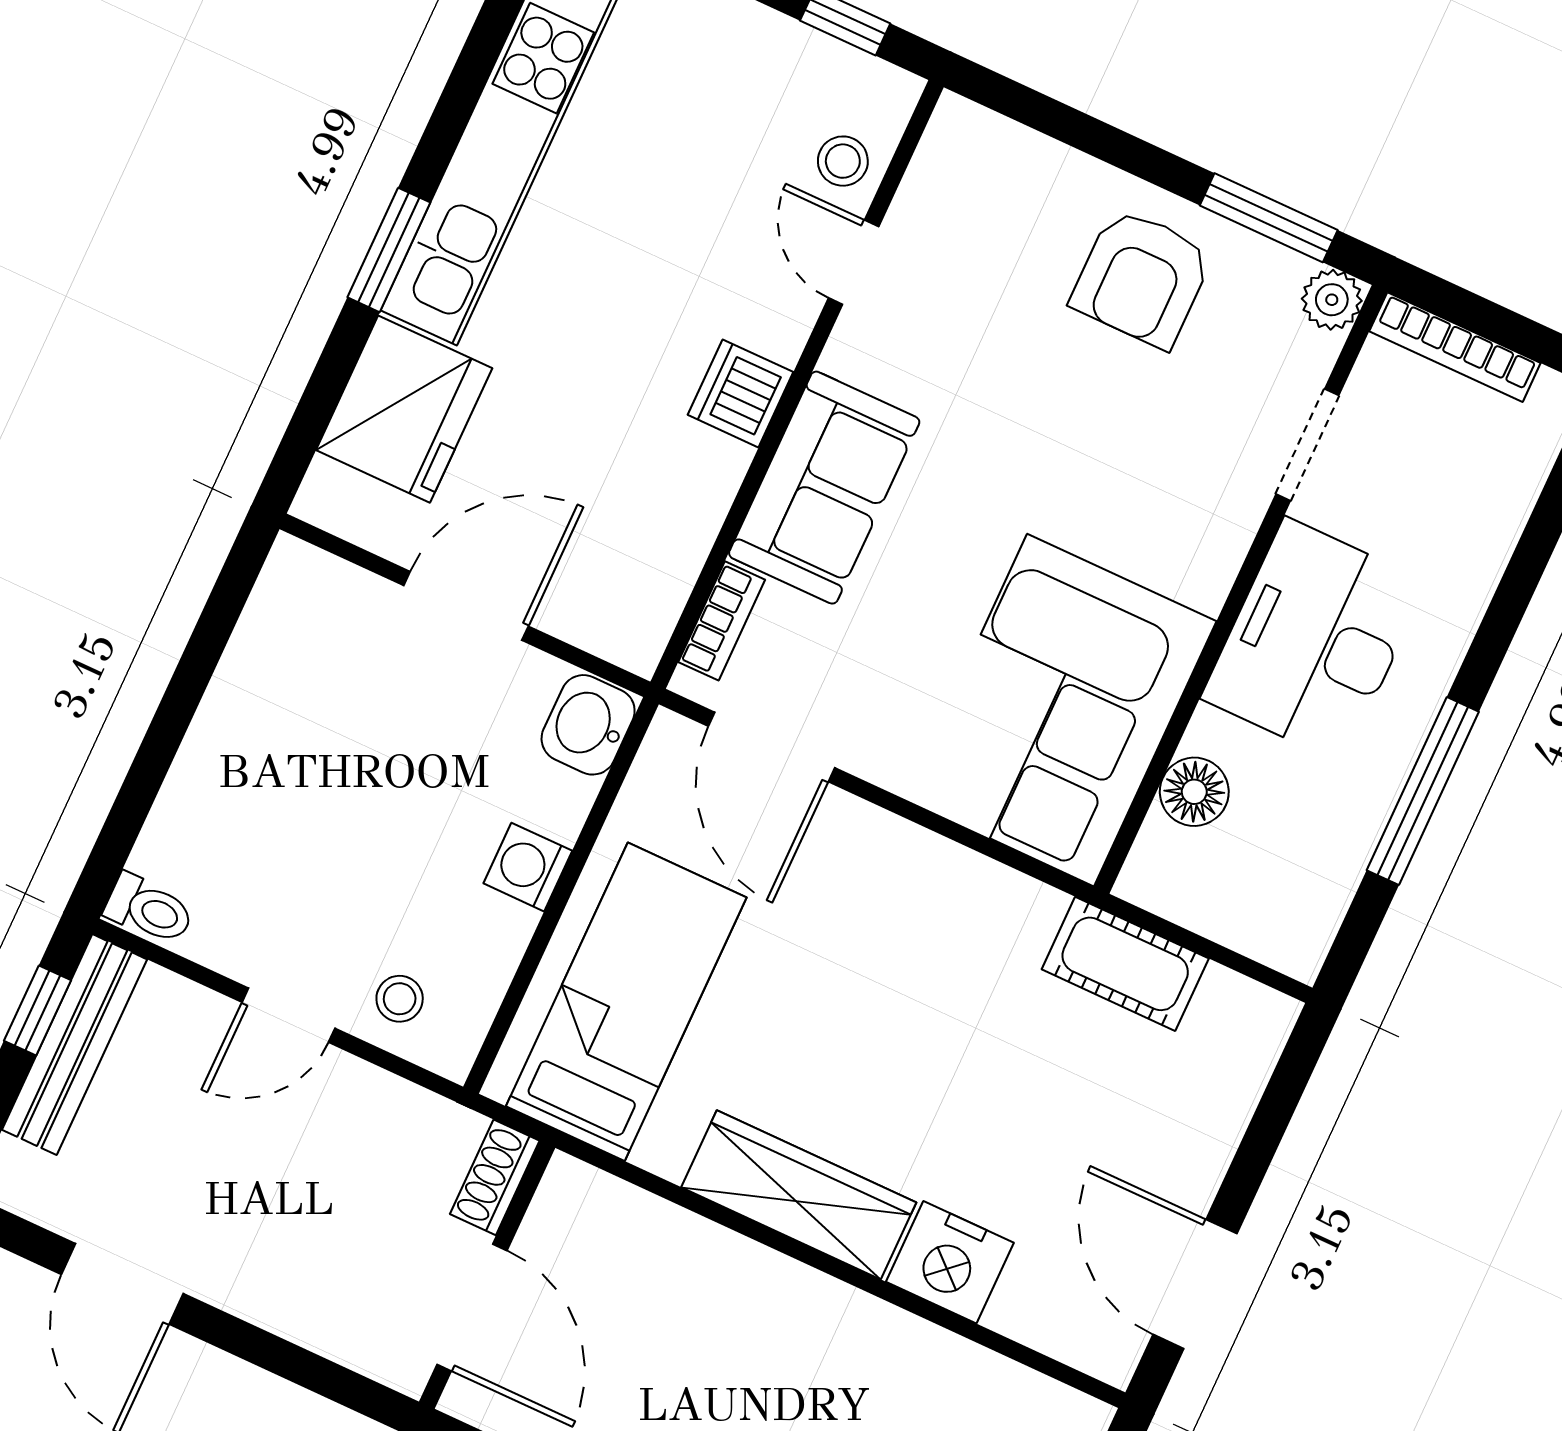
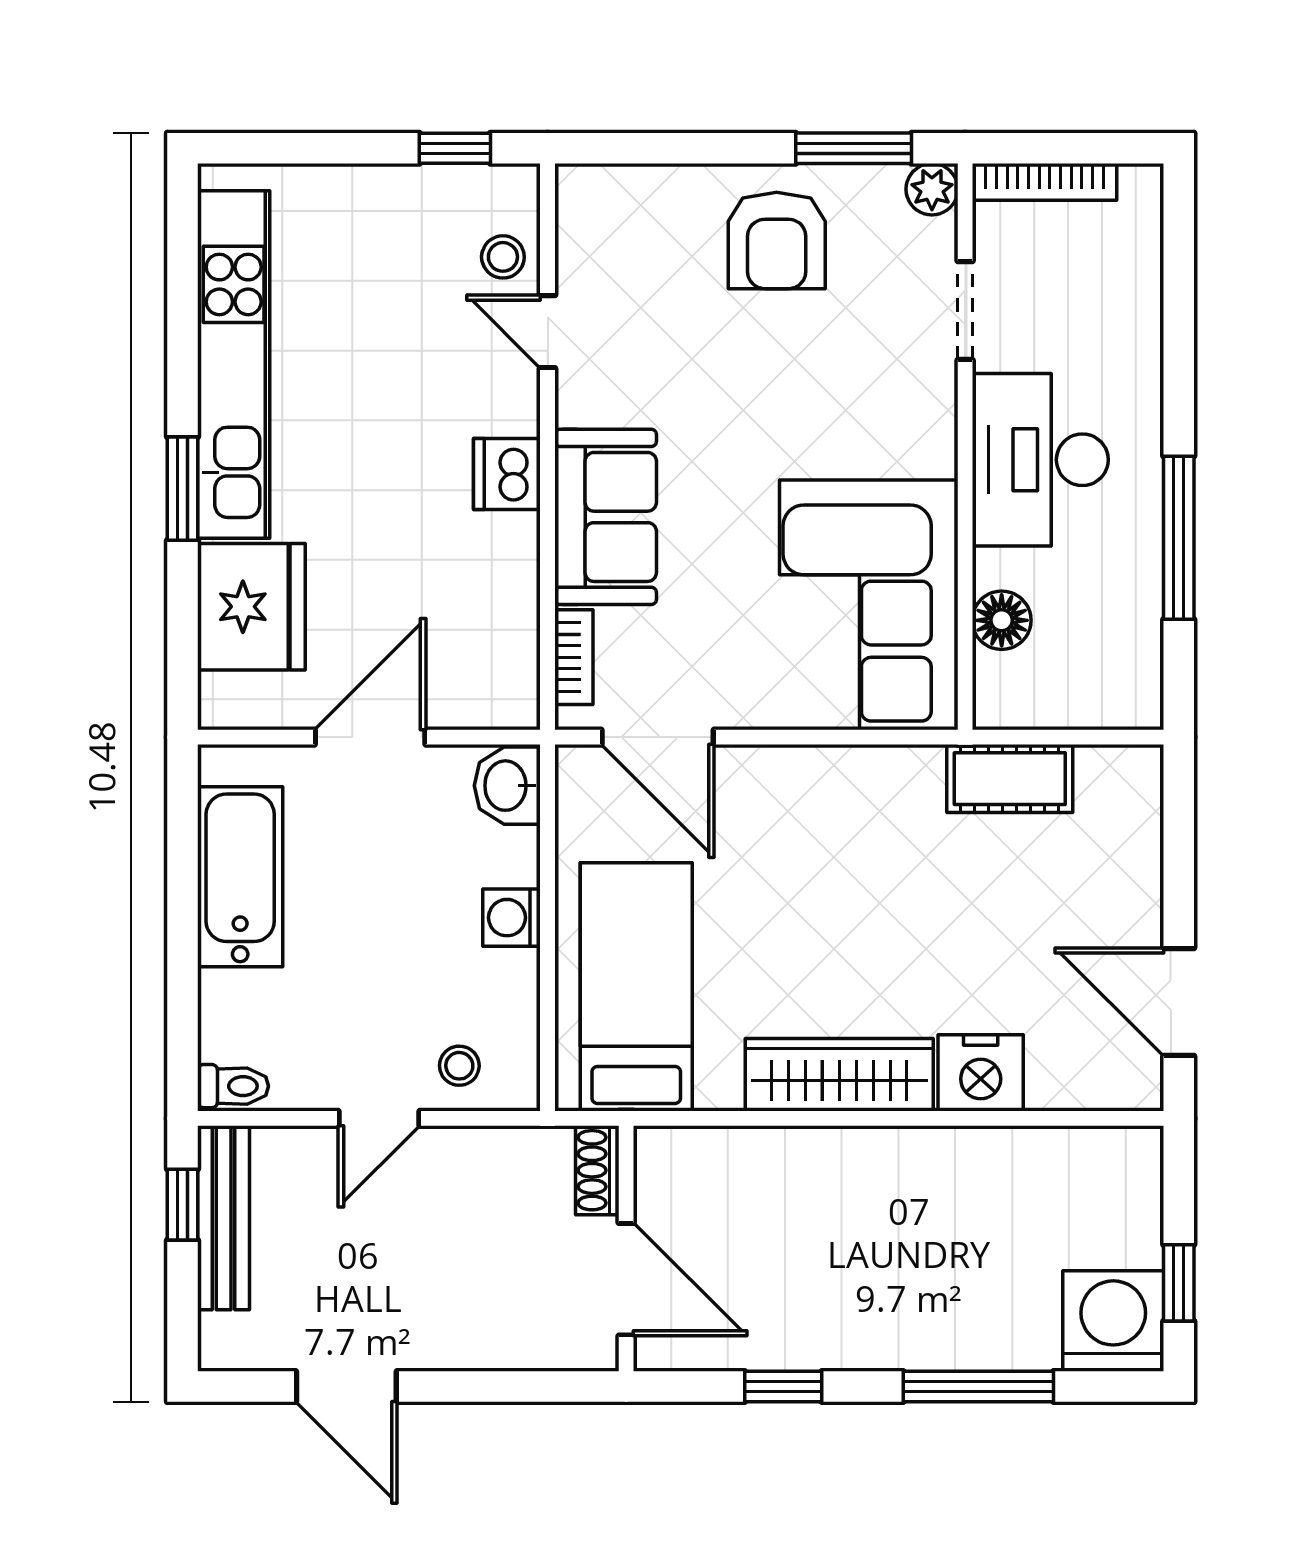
bathtub: (260, 691) -> (240, 877), added

